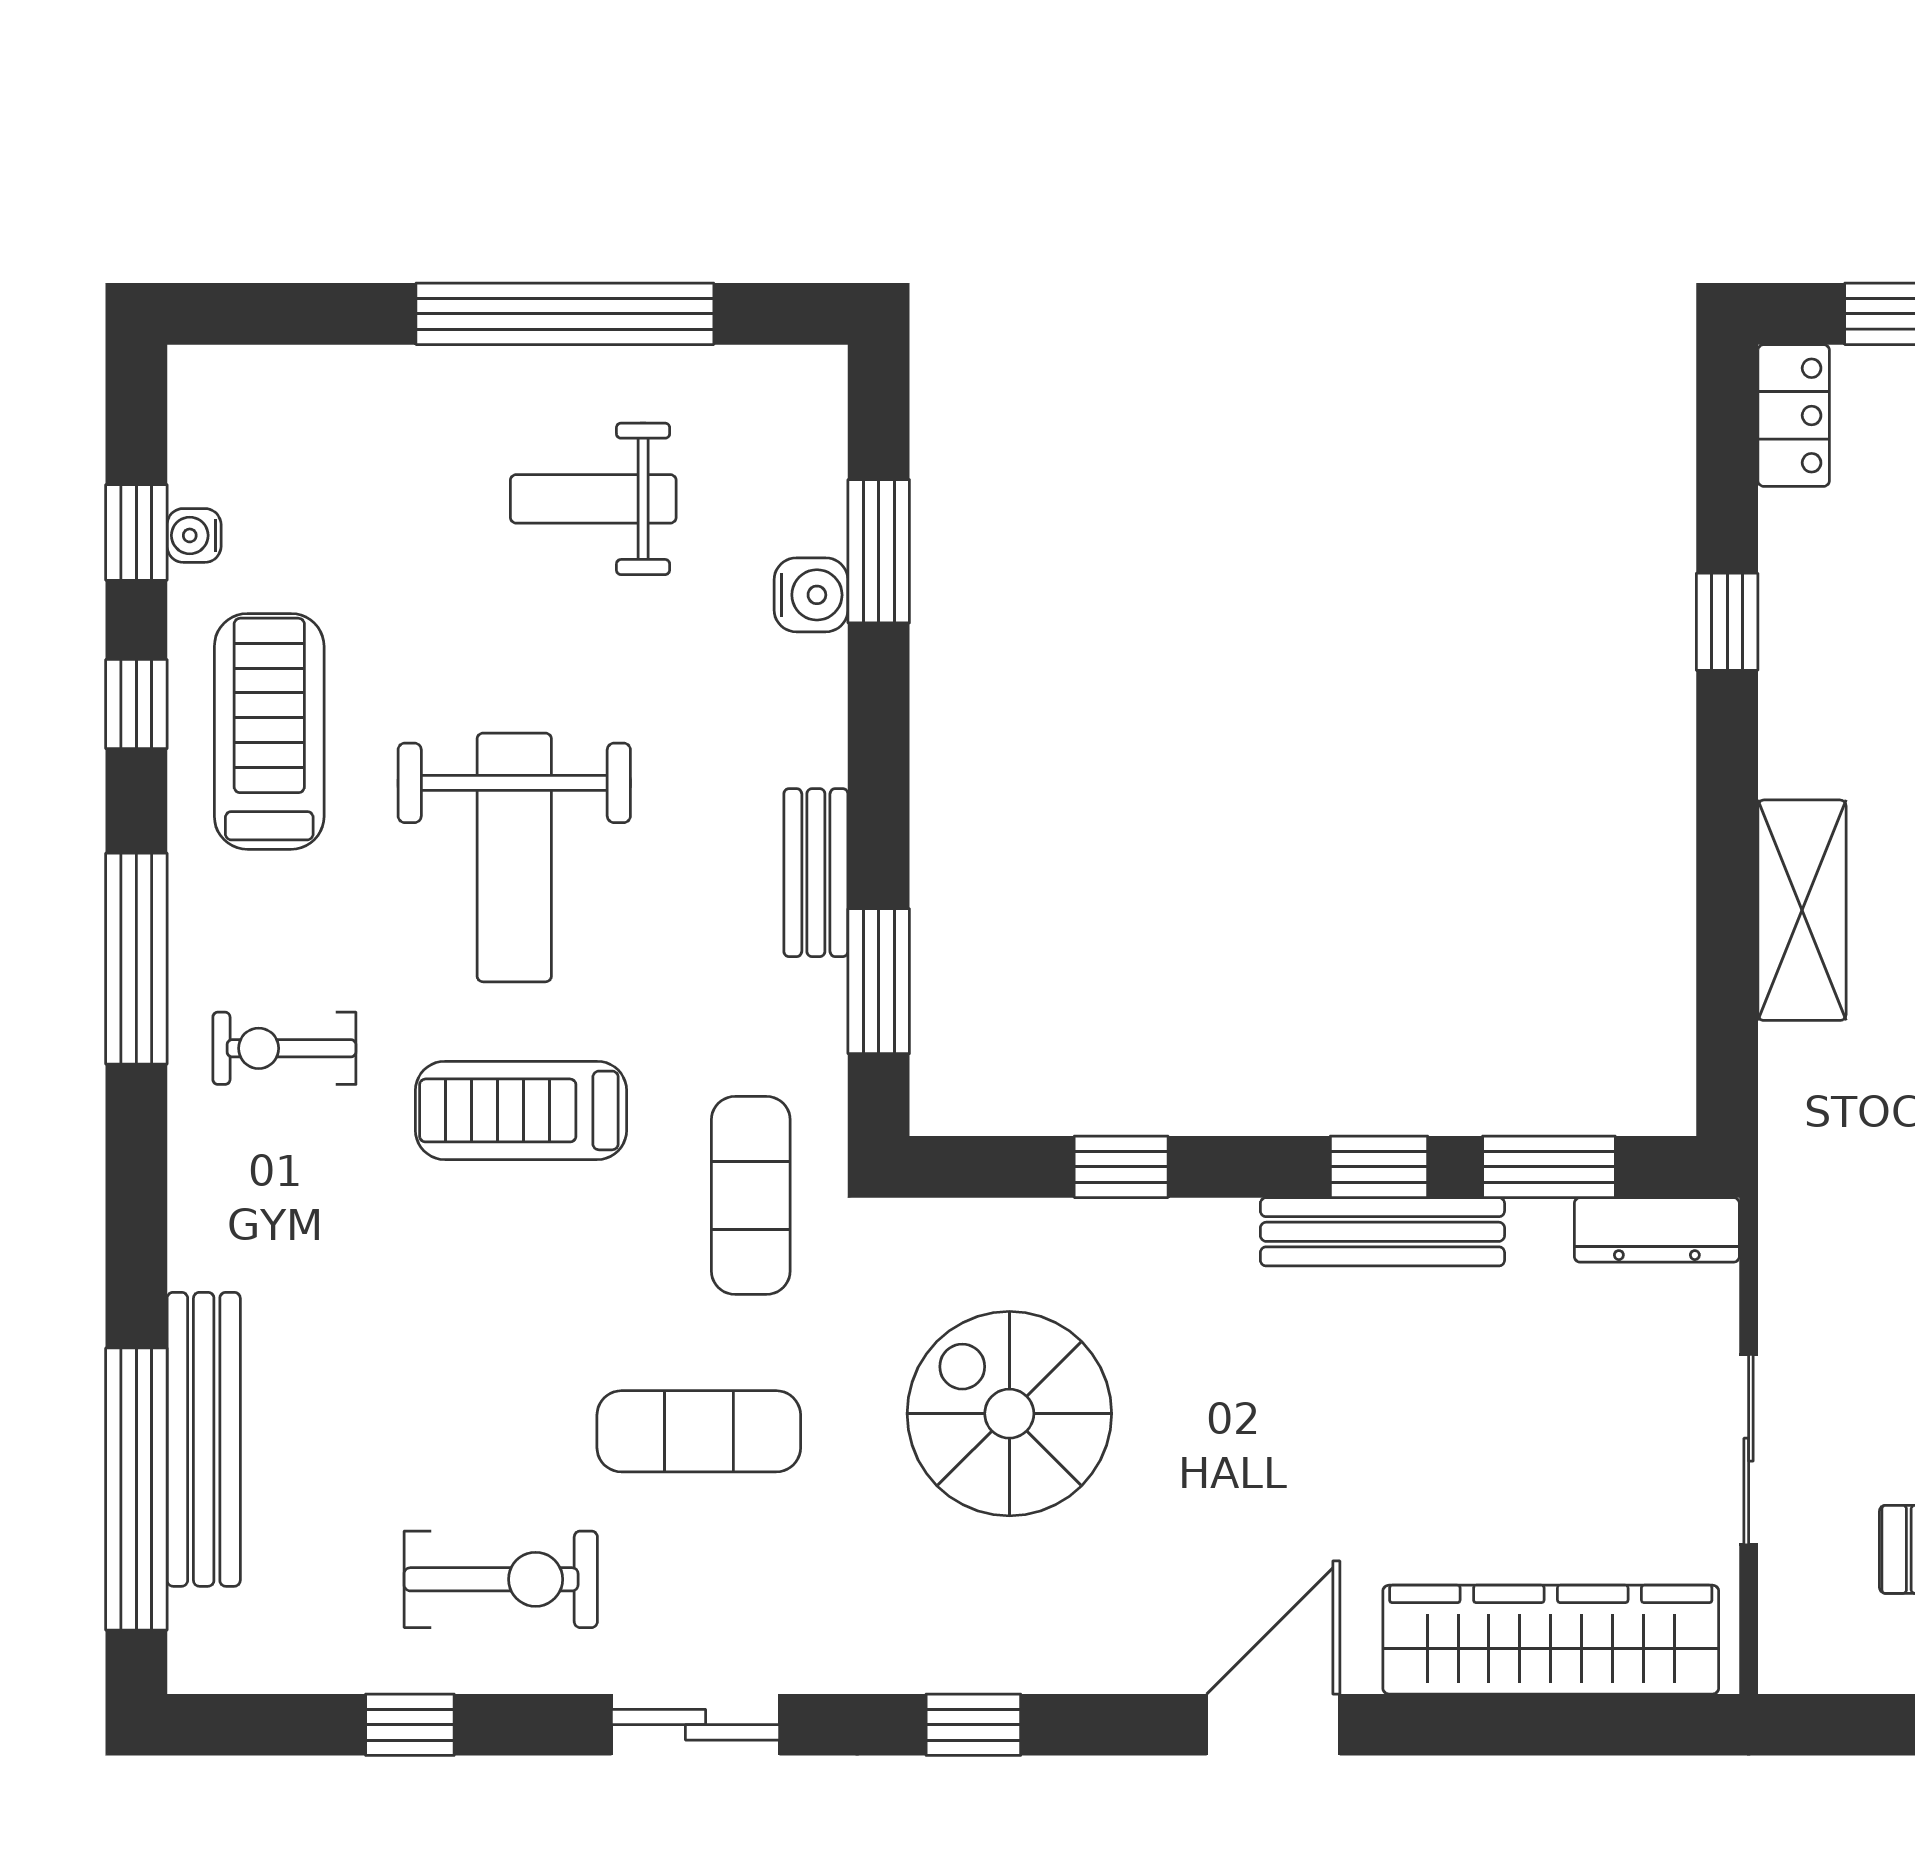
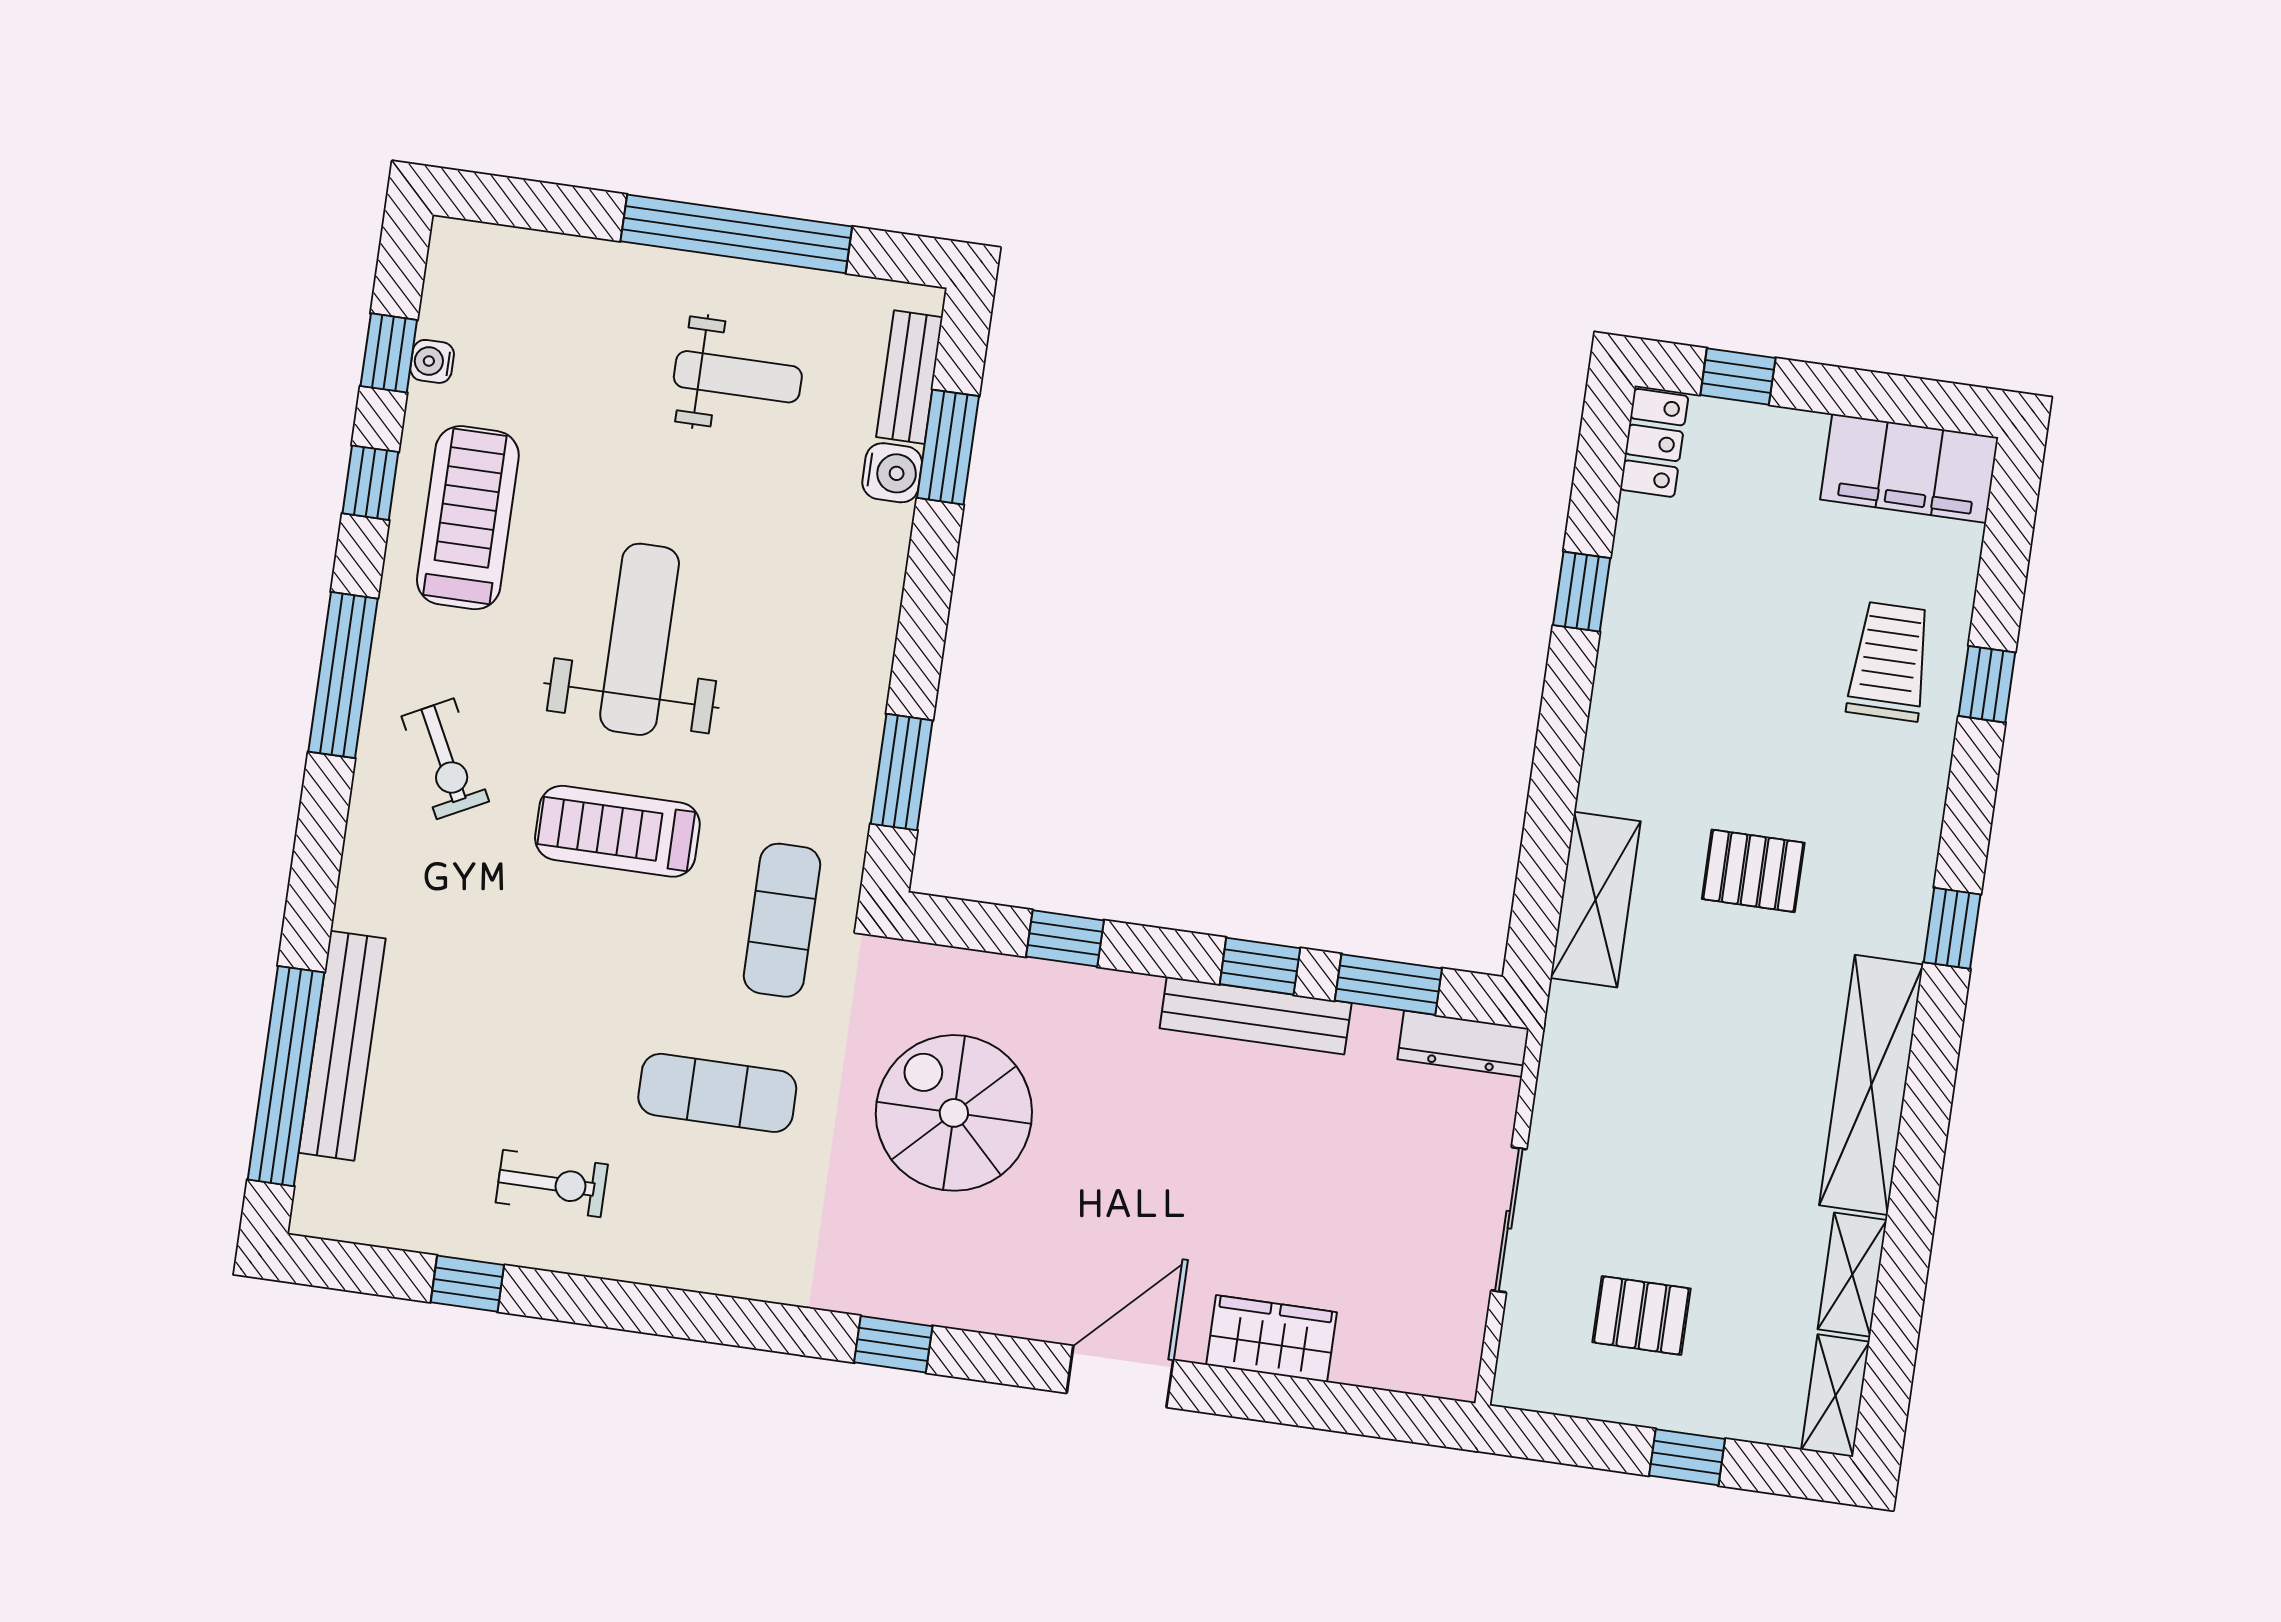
weight bench: (593, 499) -> (738, 377), turned 180
weight bench: (514, 857) -> (640, 639), turned 180
bench: (816, 873) -> (909, 377), moved
shelving: (1802, 910) -> (1596, 900), moved
exercise bike: (284, 1048) -> (445, 759), turned -117
exercise bike: (501, 1579) -> (552, 1183), width x0.73, depth x0.72
wardrobe: (1551, 1640) -> (1272, 1339), width x0.48, depth x0.85
sliding door: (696, 1725) -> (683, 1314), removed

